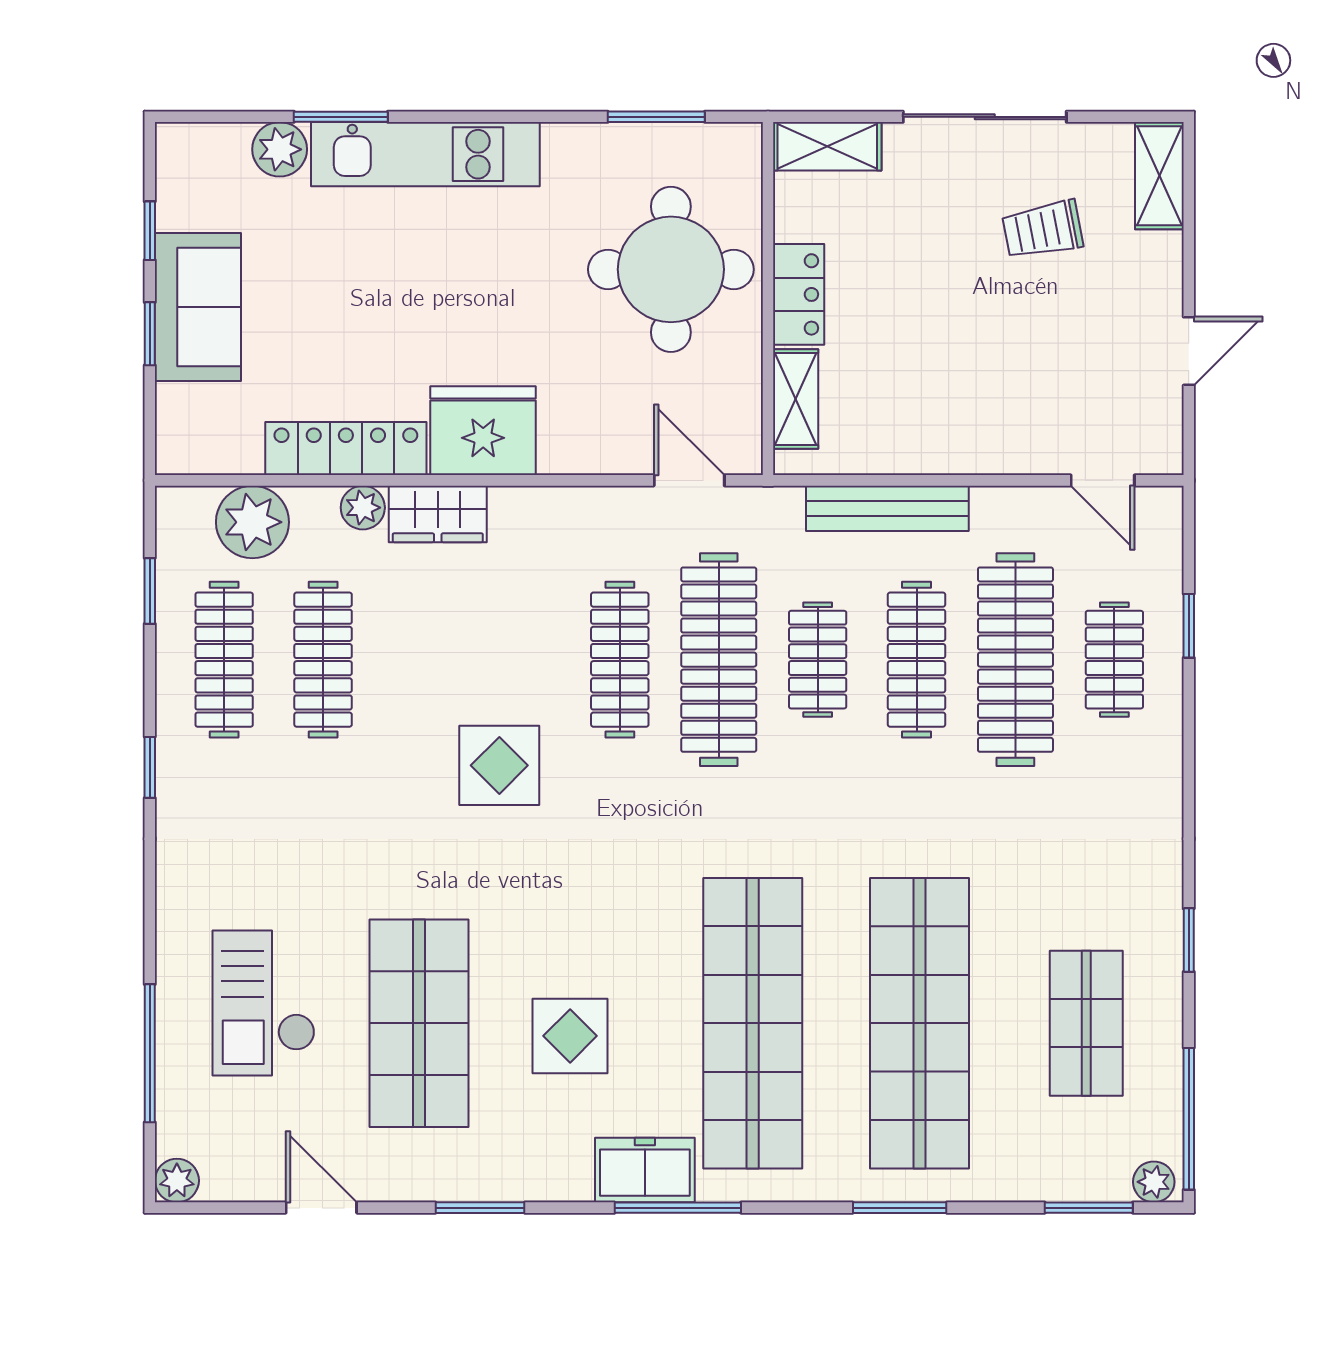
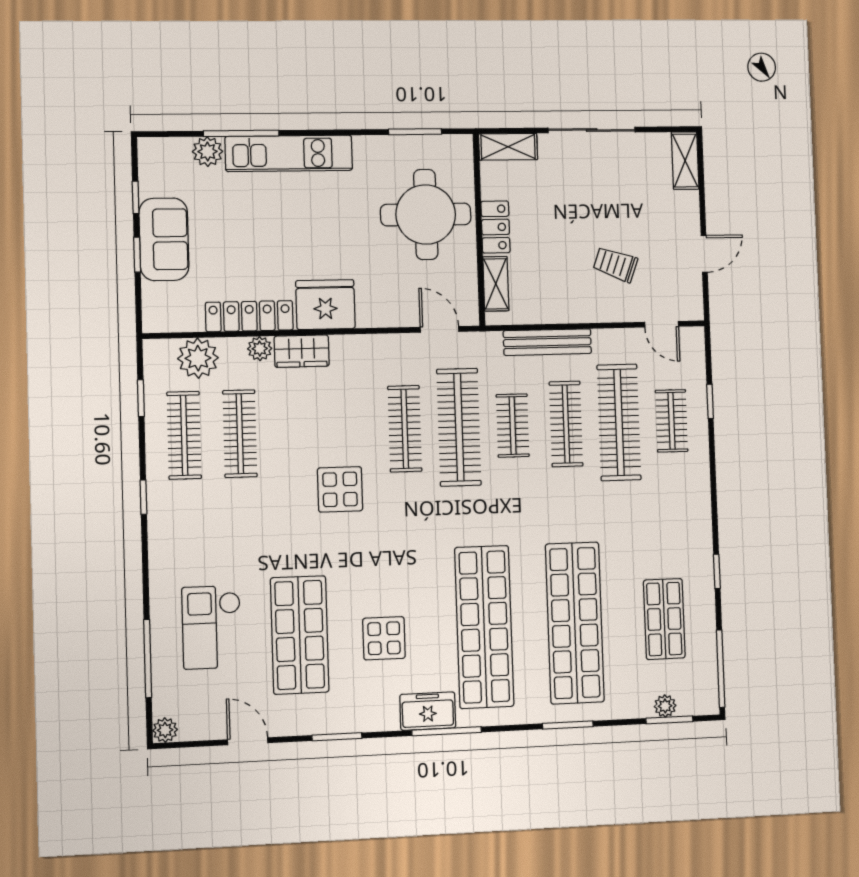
window: (341, 117) -> (241, 133), width x1.44
trolley: (1043, 230) -> (615, 264), moved, turned 31
plant: (1154, 1182) -> (665, 706), moved

